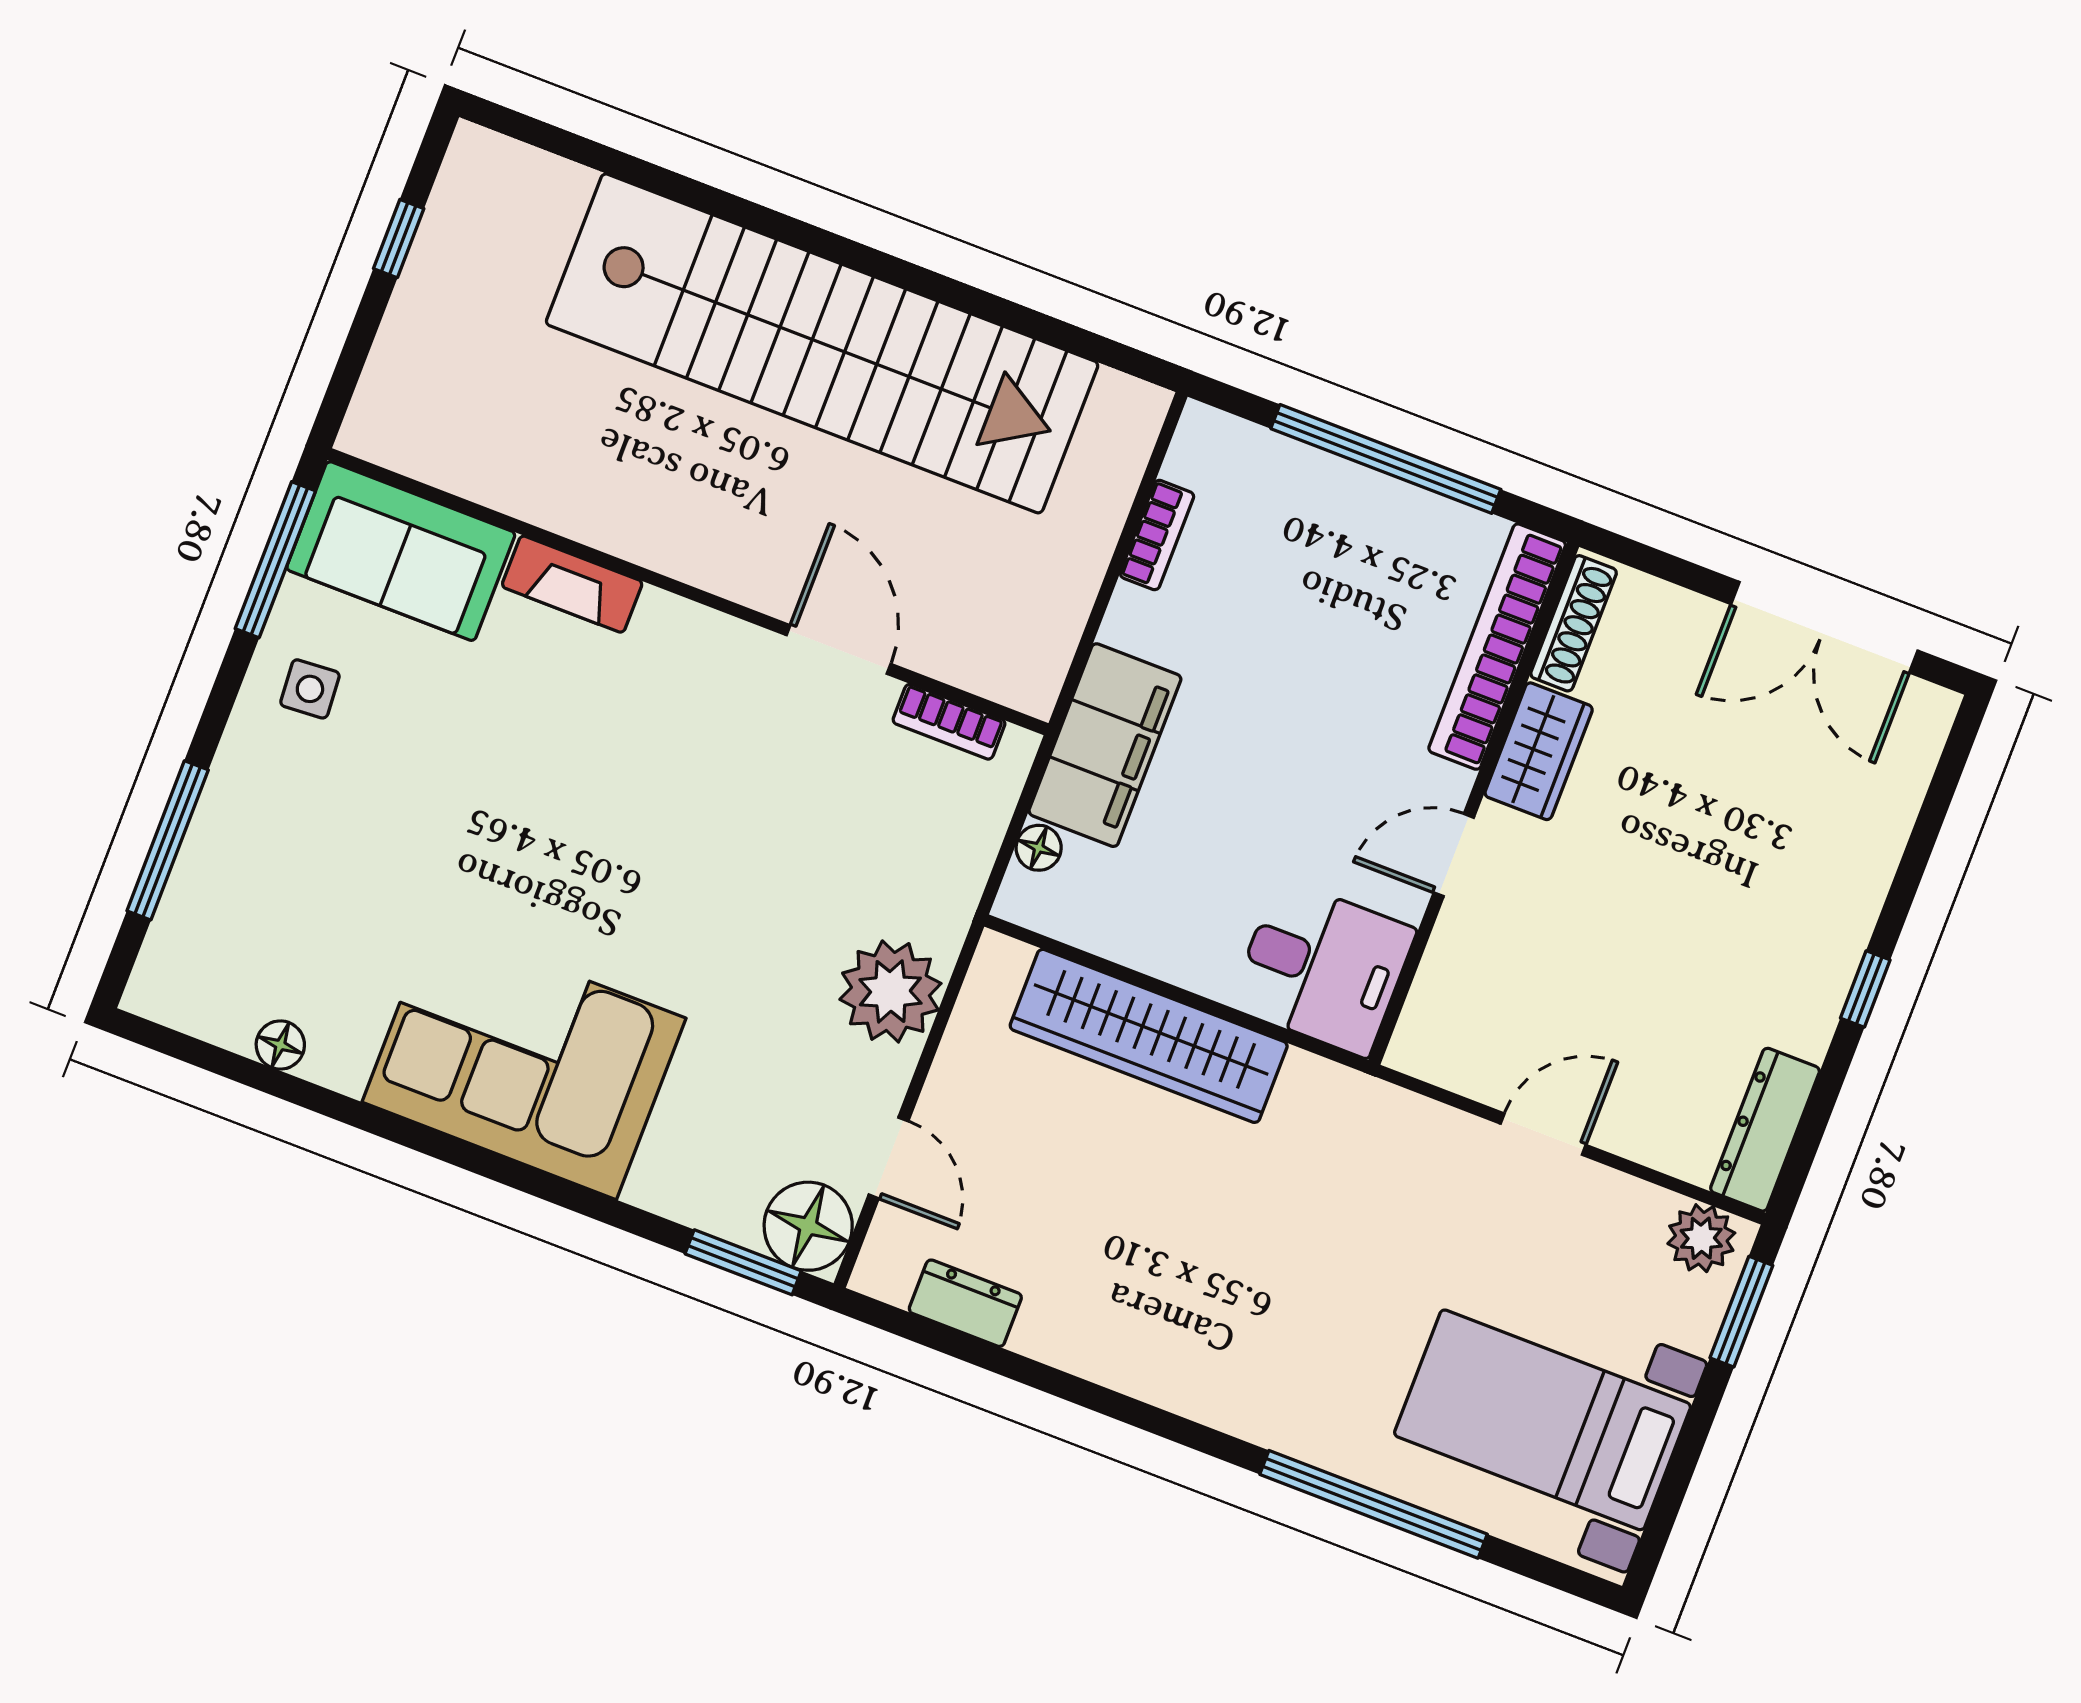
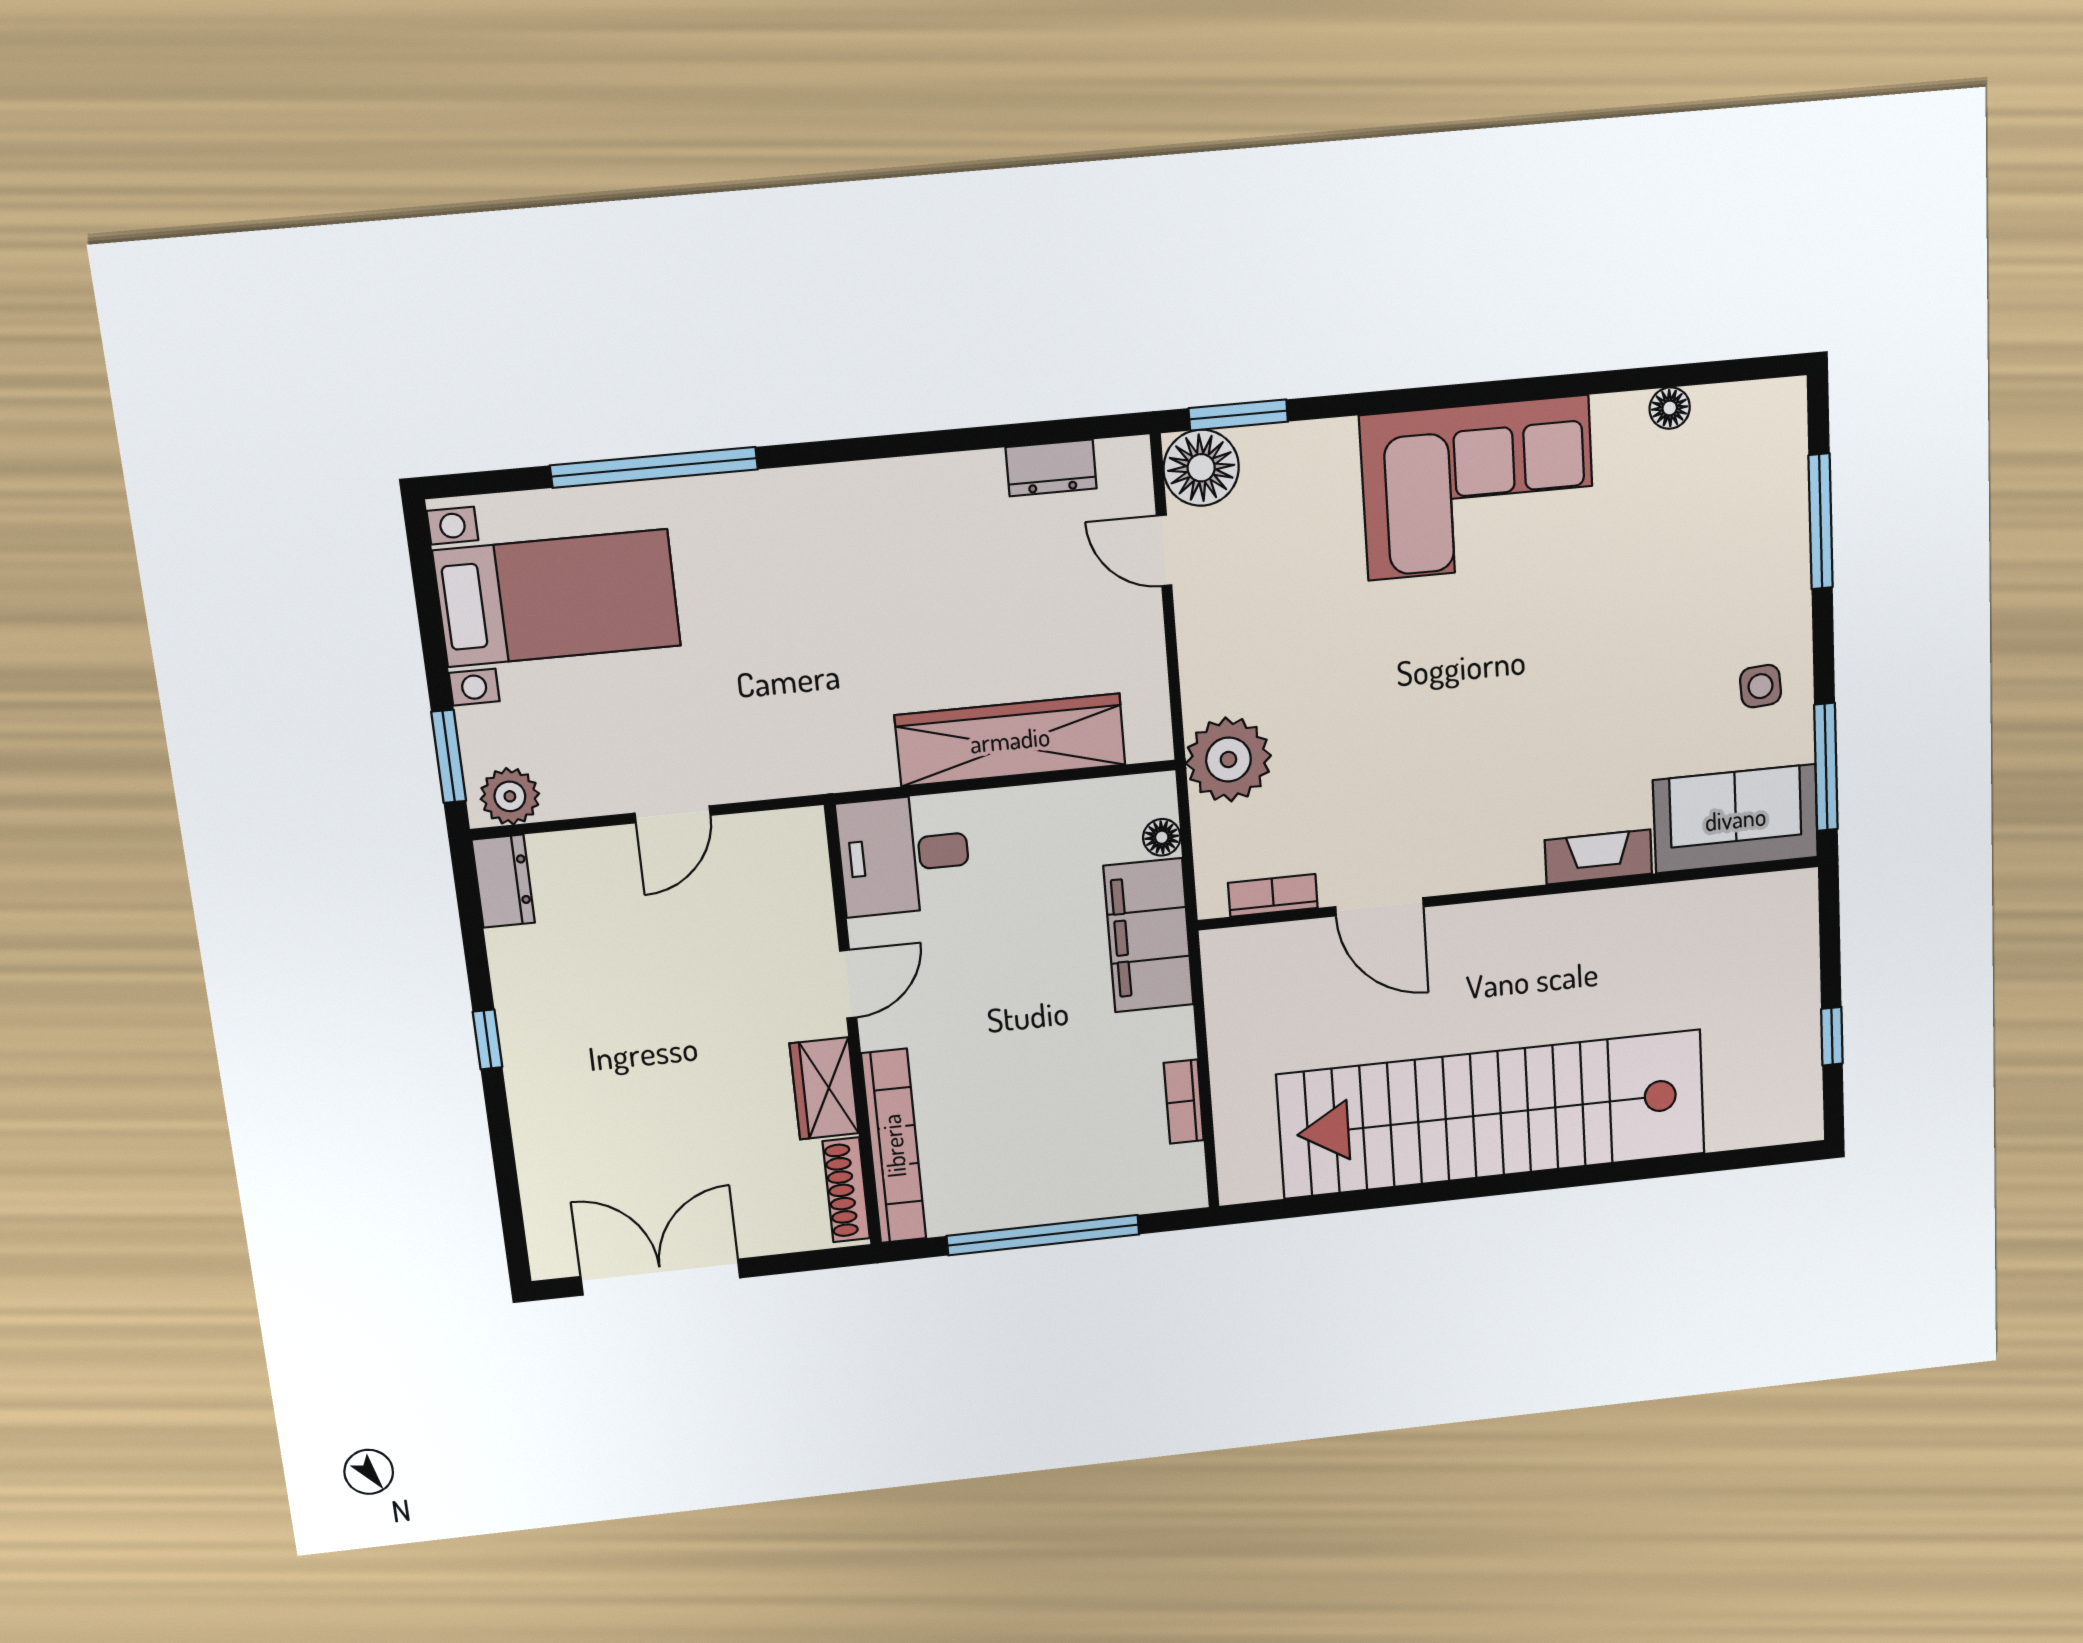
plant: (890, 991) -> (1228, 760), moved
dresser: (1765, 1130) -> (503, 881), width x0.70

